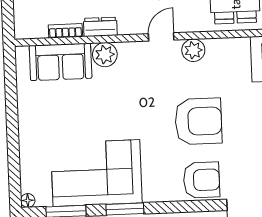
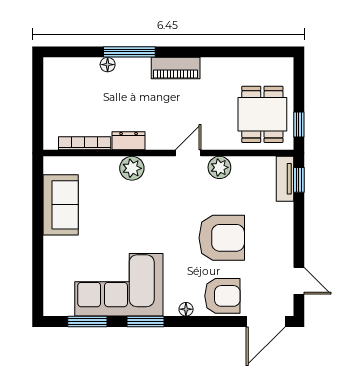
bookcase: (65, 31) -> (85, 143), width x1.56
sofa: (61, 62) -> (61, 205), moved, turned -90
floor lamp: (28, 200) -> (186, 309), moved

